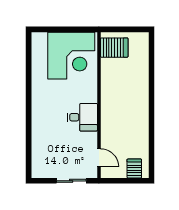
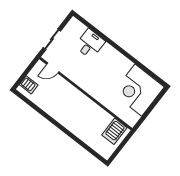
corner desk: (71, 56) -> (138, 90), moved
desk: (82, 117) -> (90, 44), moved, turned 180

